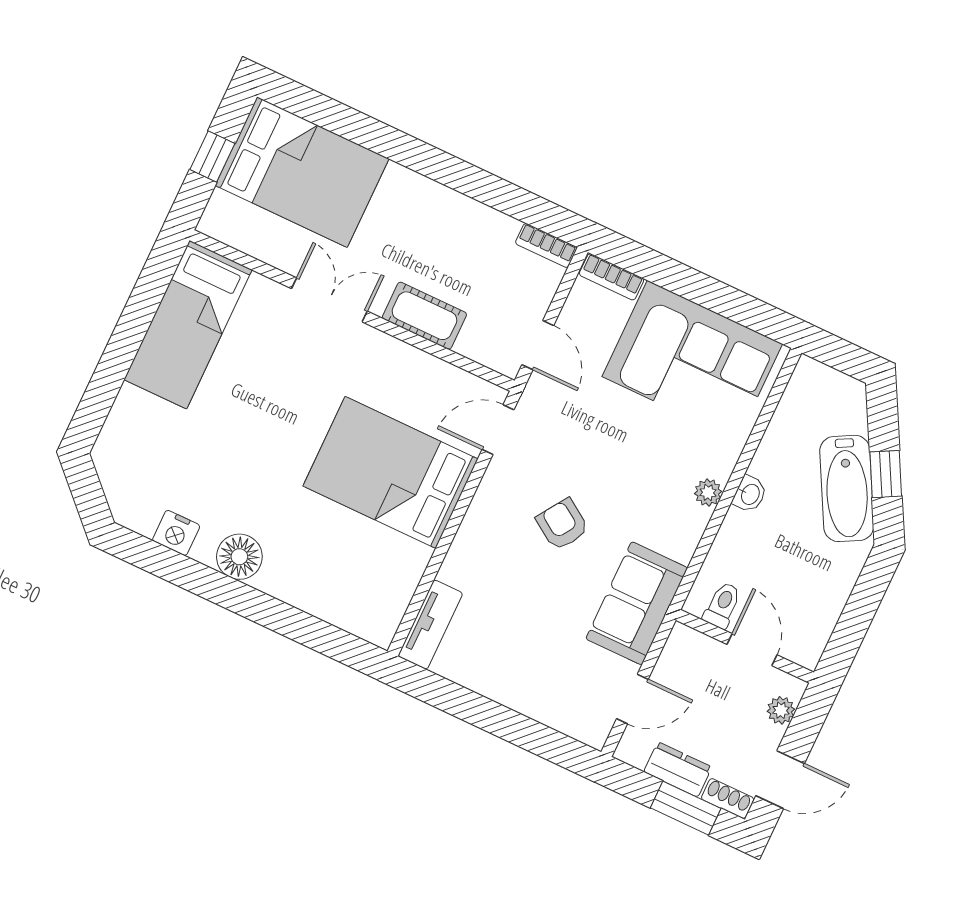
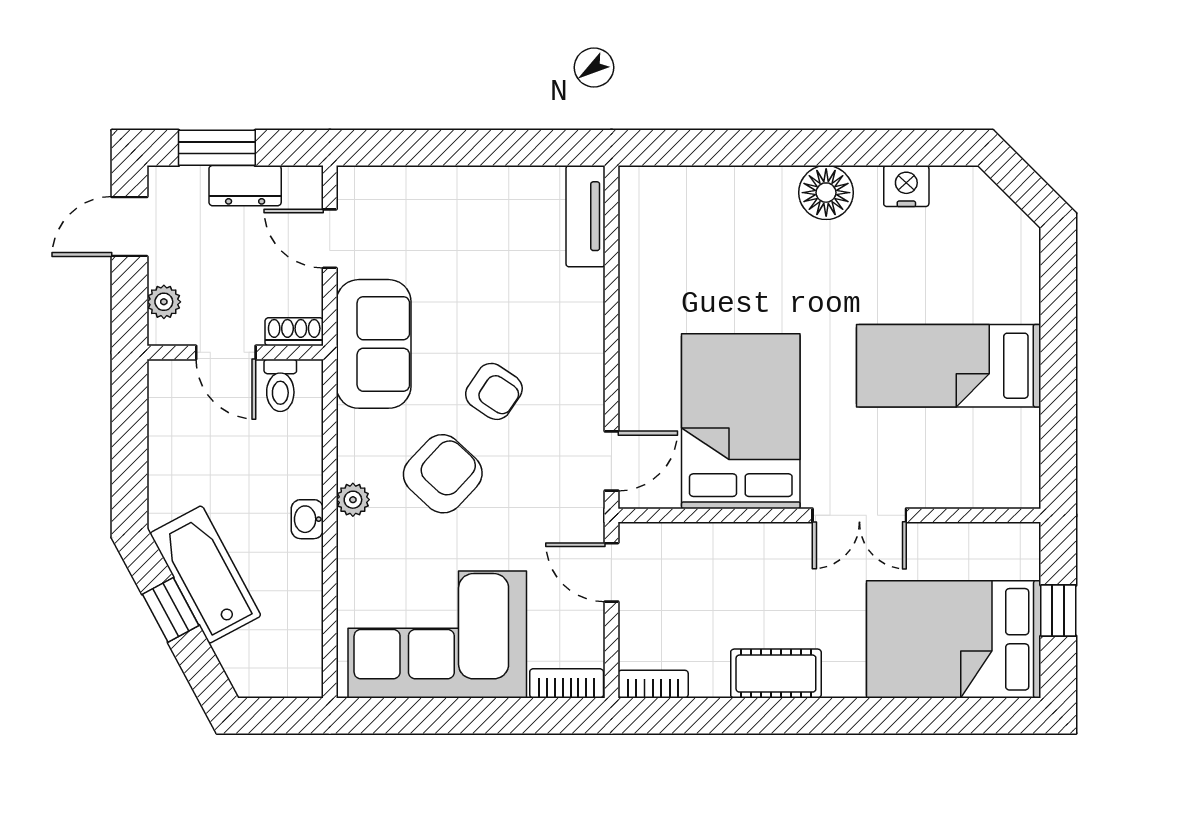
cot: (424, 316) -> (776, 674), moved
bed: (188, 325) -> (949, 366), moved, turned -90
bed: (391, 472) -> (741, 421), moved, turned -90
armchair: (631, 480) -> (443, 474), added
door: (632, 699) -> (330, 239), hinge flipped
shoe rack: (728, 799) -> (294, 332), moved, turned 180

